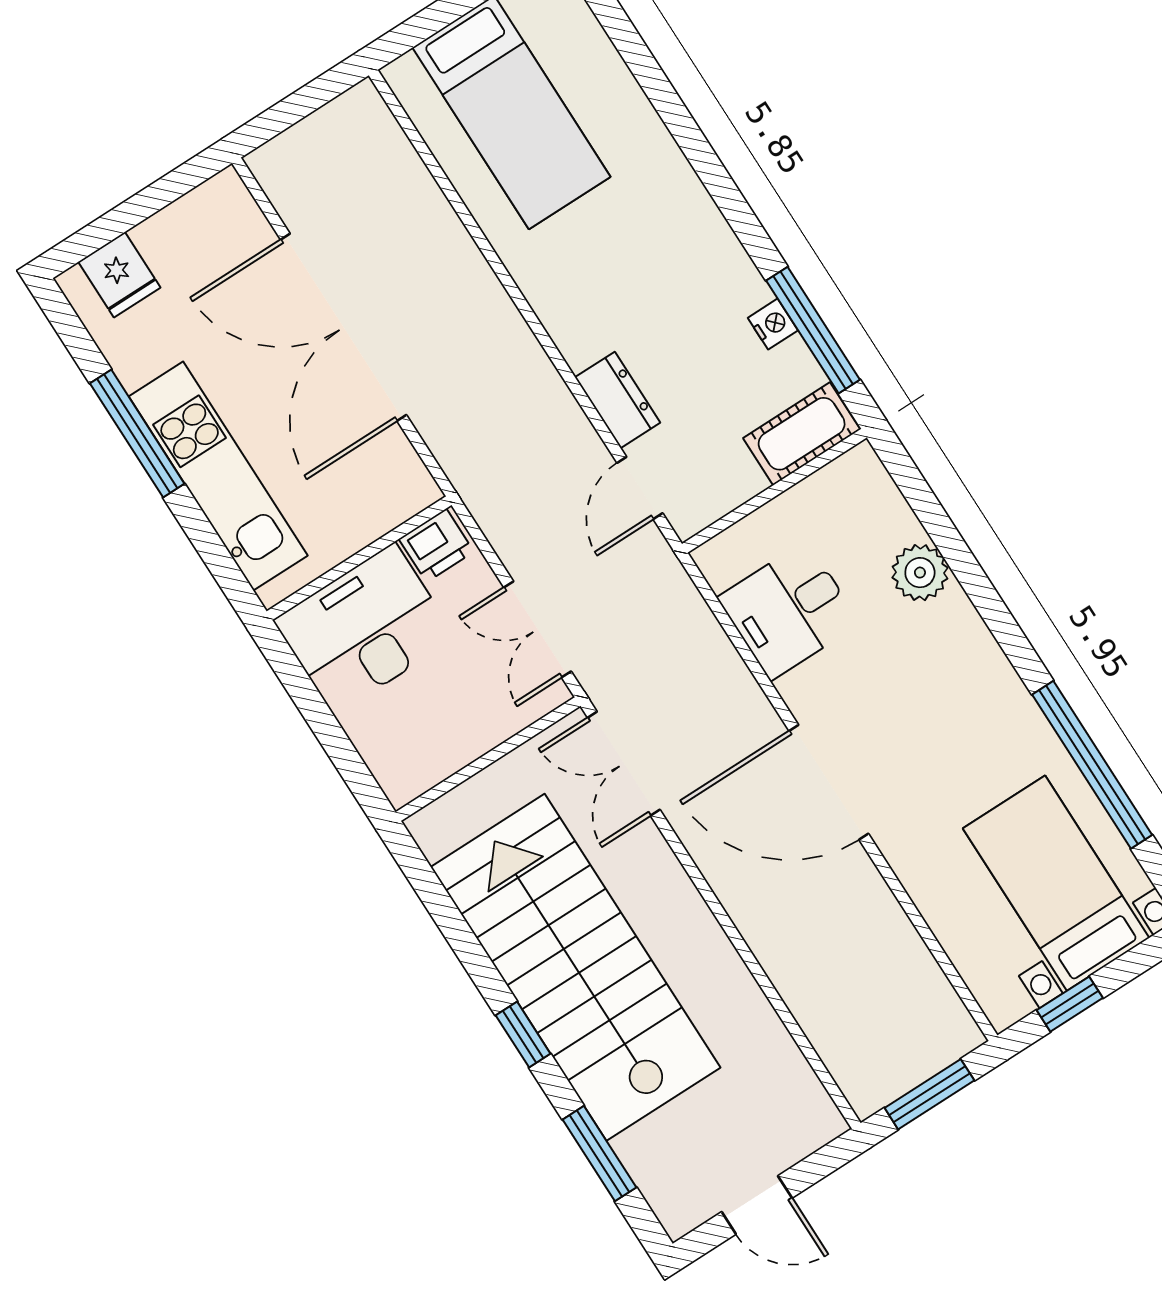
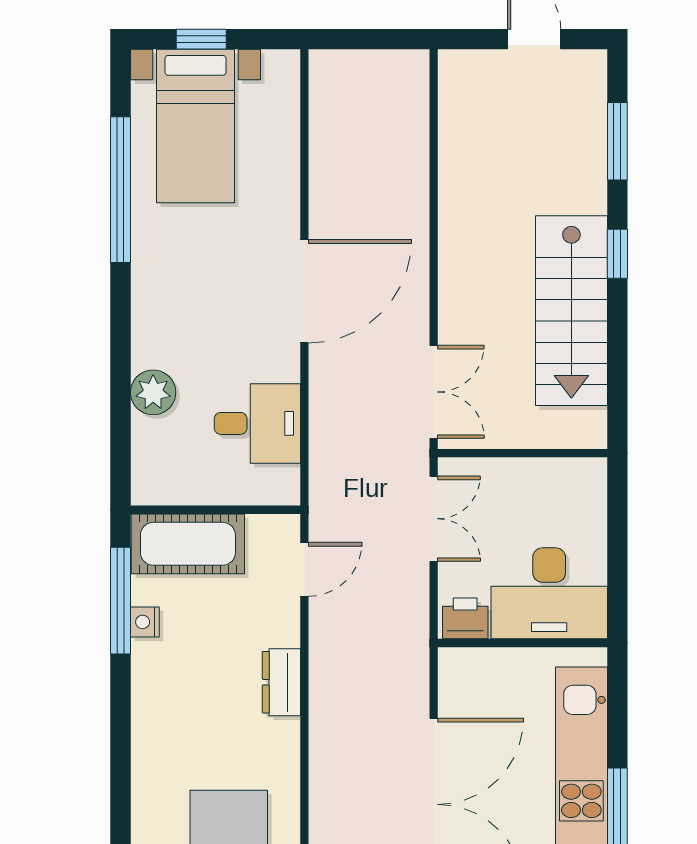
dresser: (618, 400) -> (281, 682), moved
cot: (802, 434) -> (188, 544), width x1.37, depth x1.34
door: (829, 782) -> (304, 291), hinge flipped
stairs: (576, 967) -> (571, 311), width x0.73, depth x0.66
window: (1070, 1004) -> (201, 39), moved
window: (929, 1094) -> (371, 39), removed

